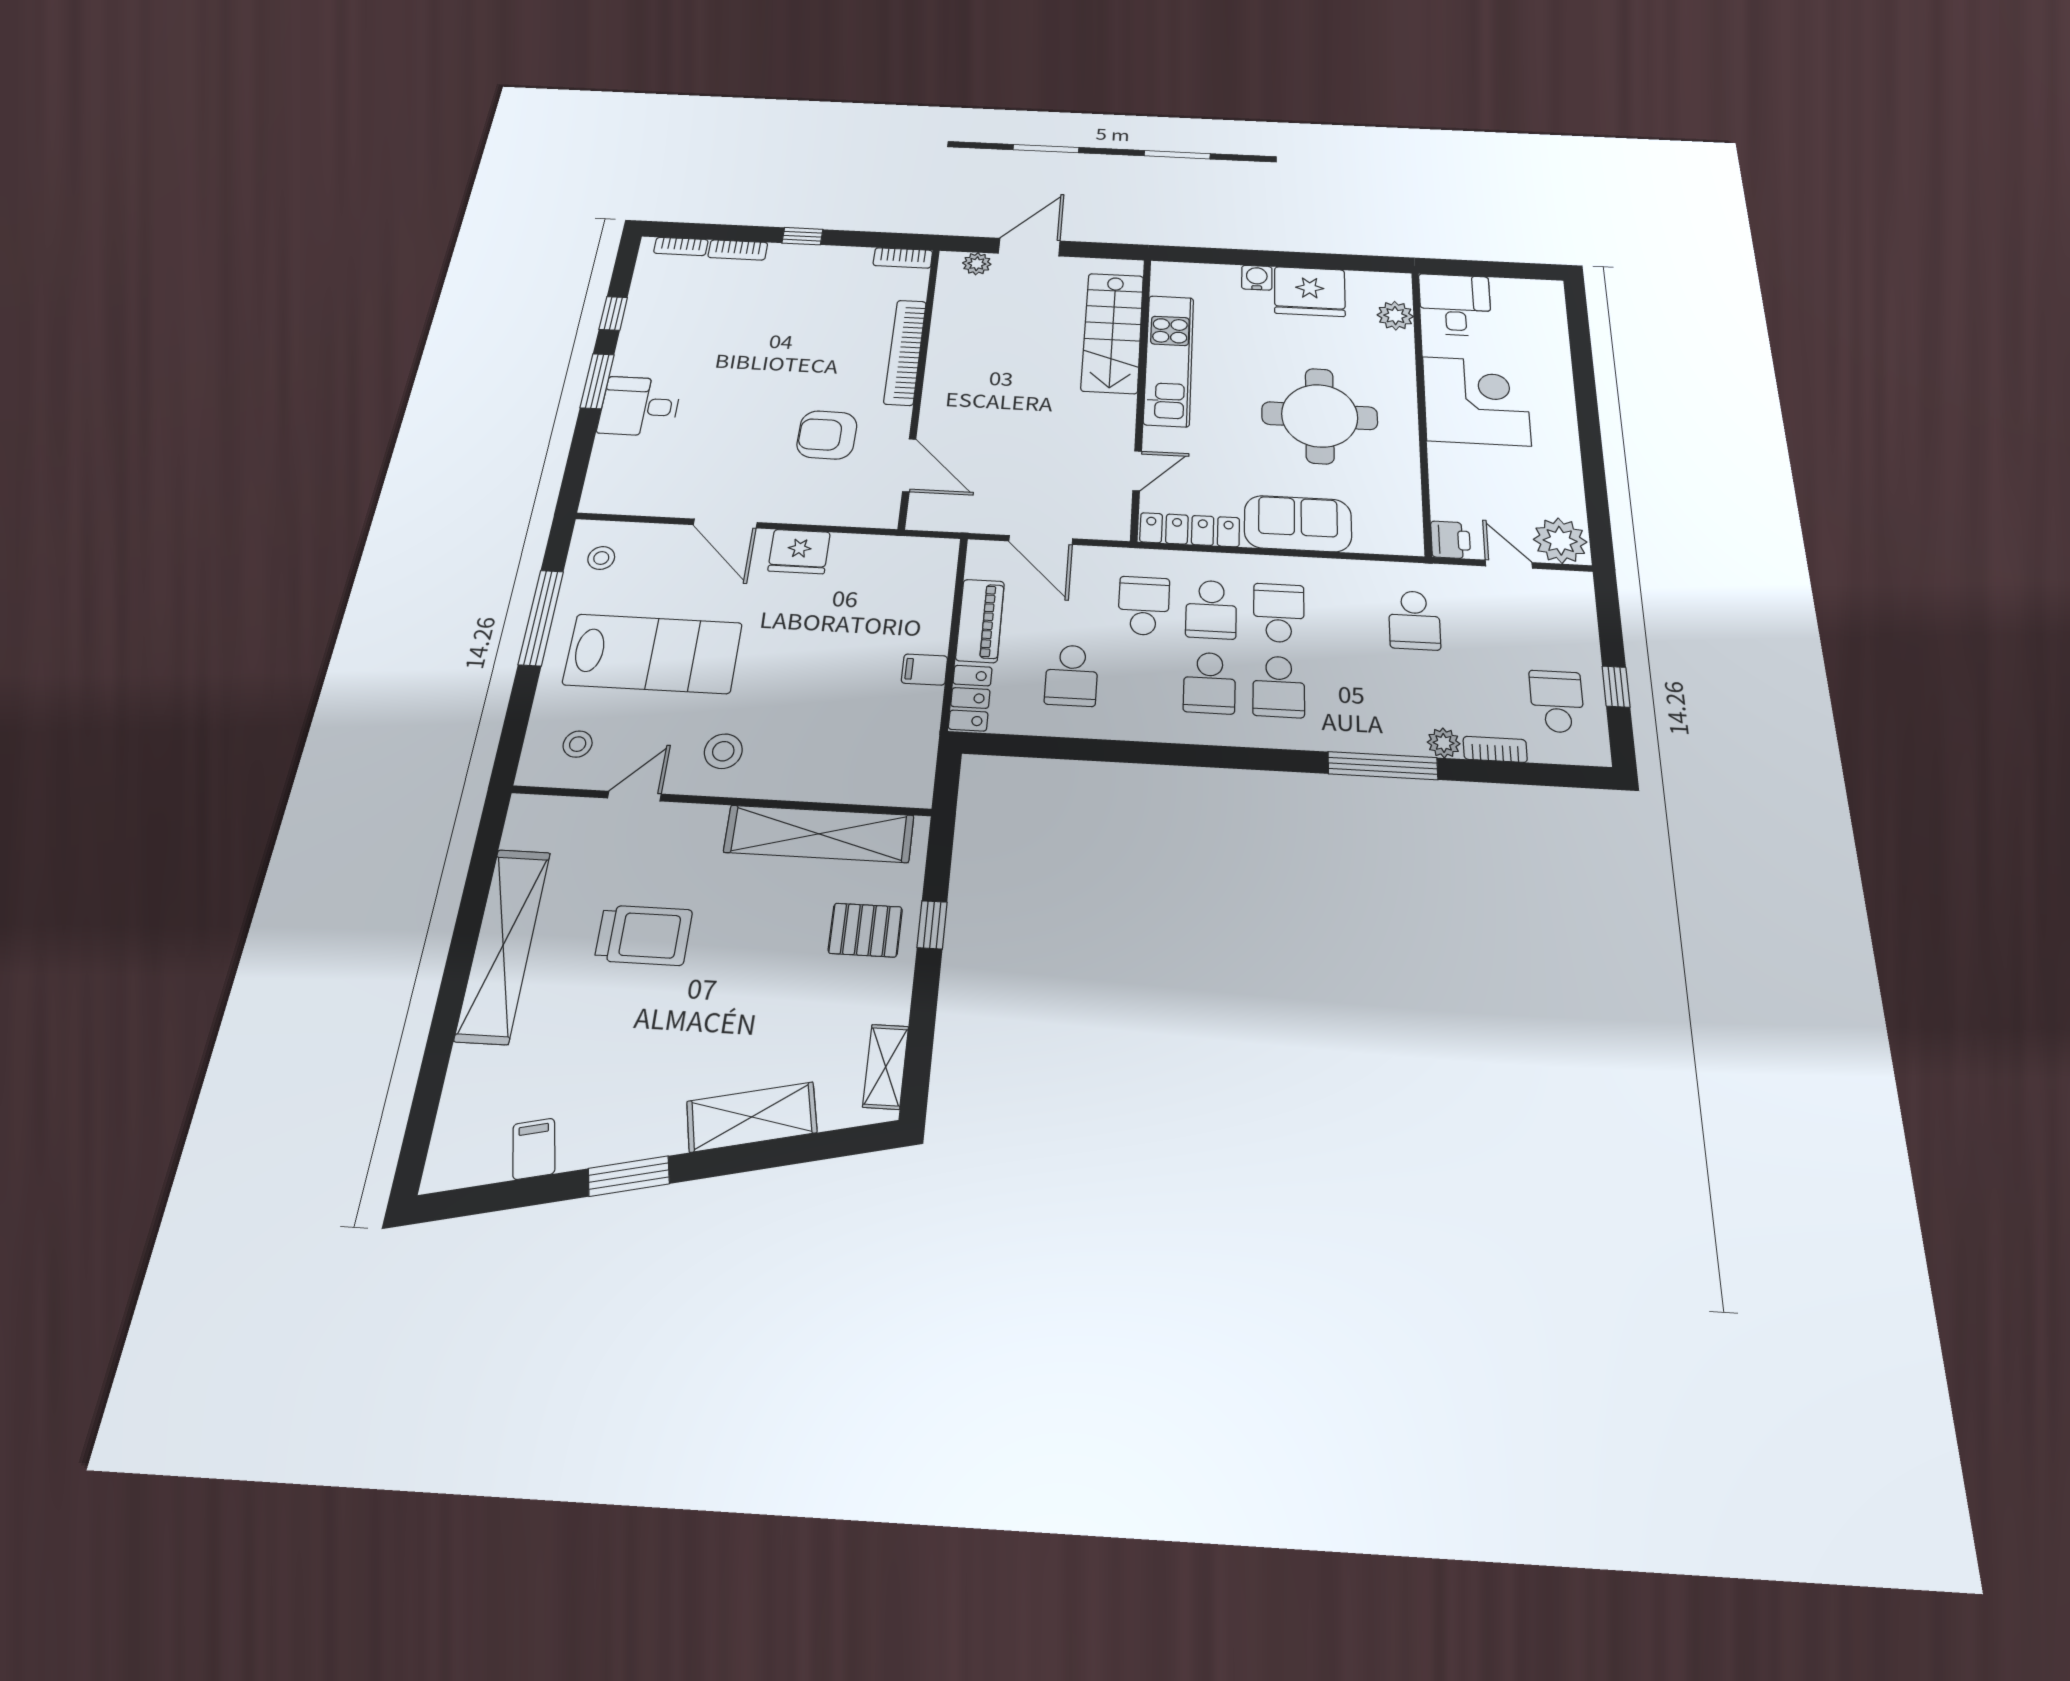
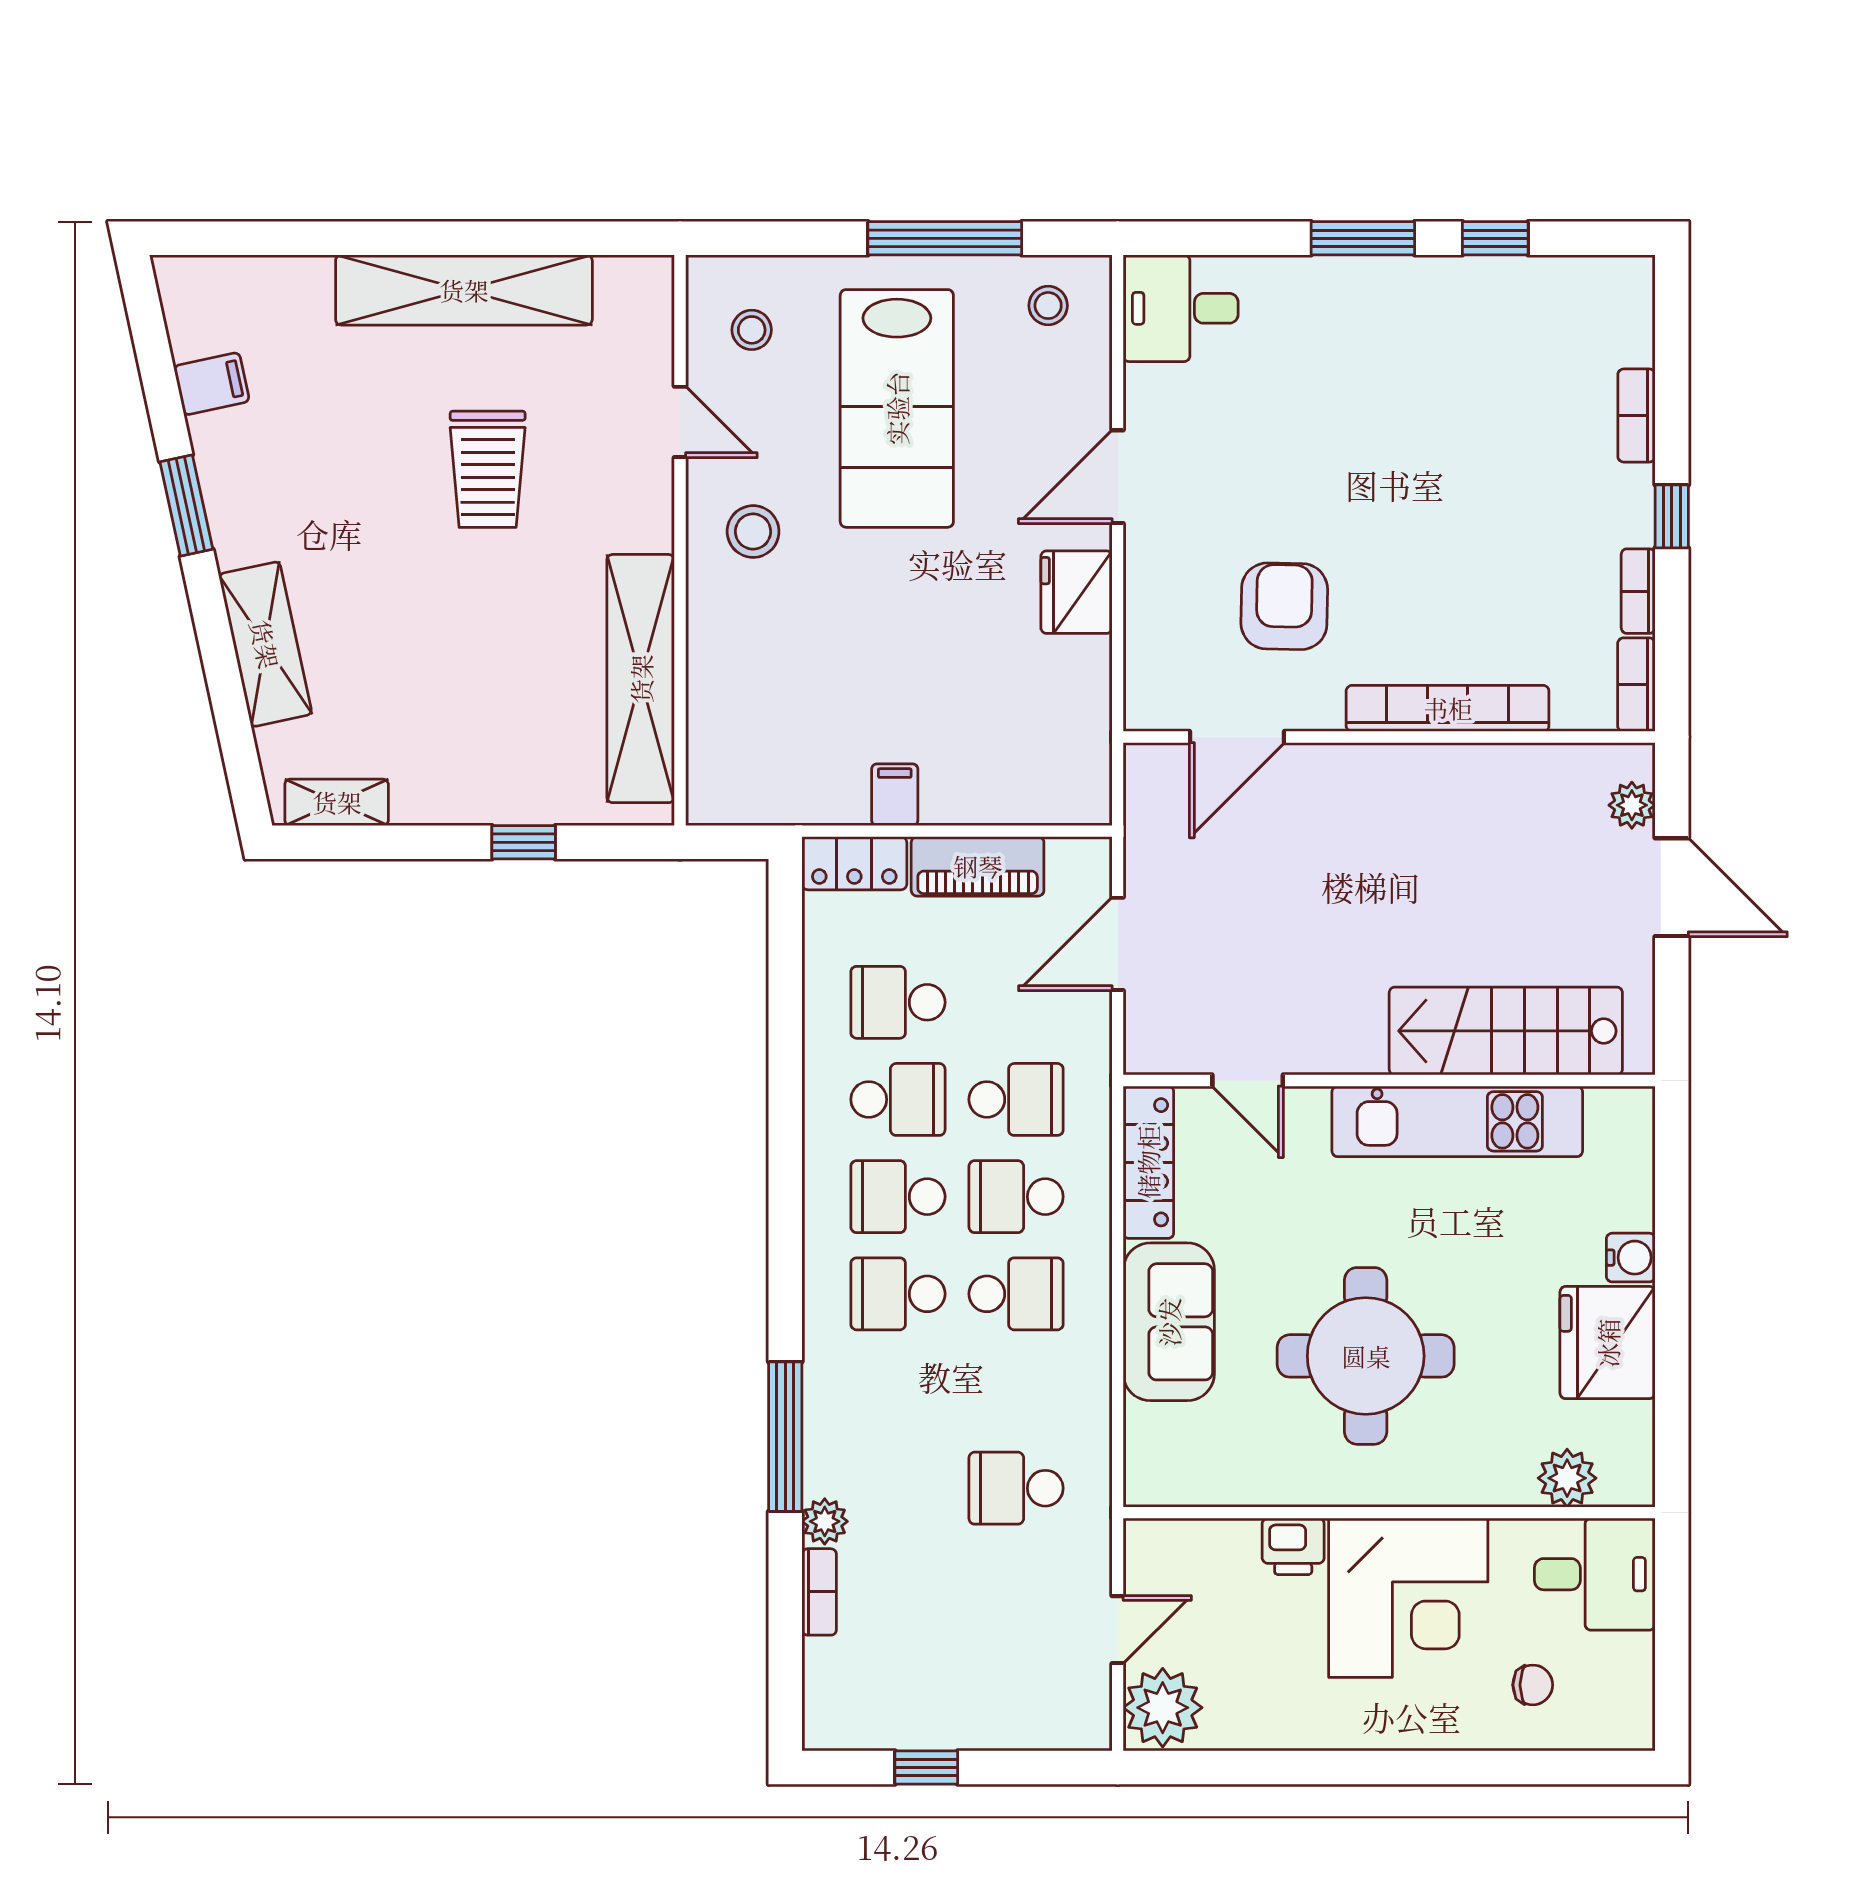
bookcase: (681, 246) -> (1638, 591), moved
chair: (1527, 339) -> (1533, 1685), added
desk: (640, 406) -> (1181, 308), moved, turned -90
printer: (1451, 540) -> (1293, 1546), moved
school desk: (1557, 701) -> (898, 1099), moved
pallet: (865, 930) -> (511, 756), removed

